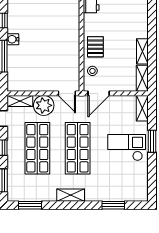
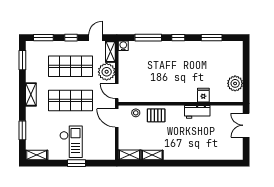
water cooler: (13, 39) -> (123, 46), moved
door: (67, 93) -> (117, 91), hinge flipped
shelving: (142, 108) -> (37, 155), moved

